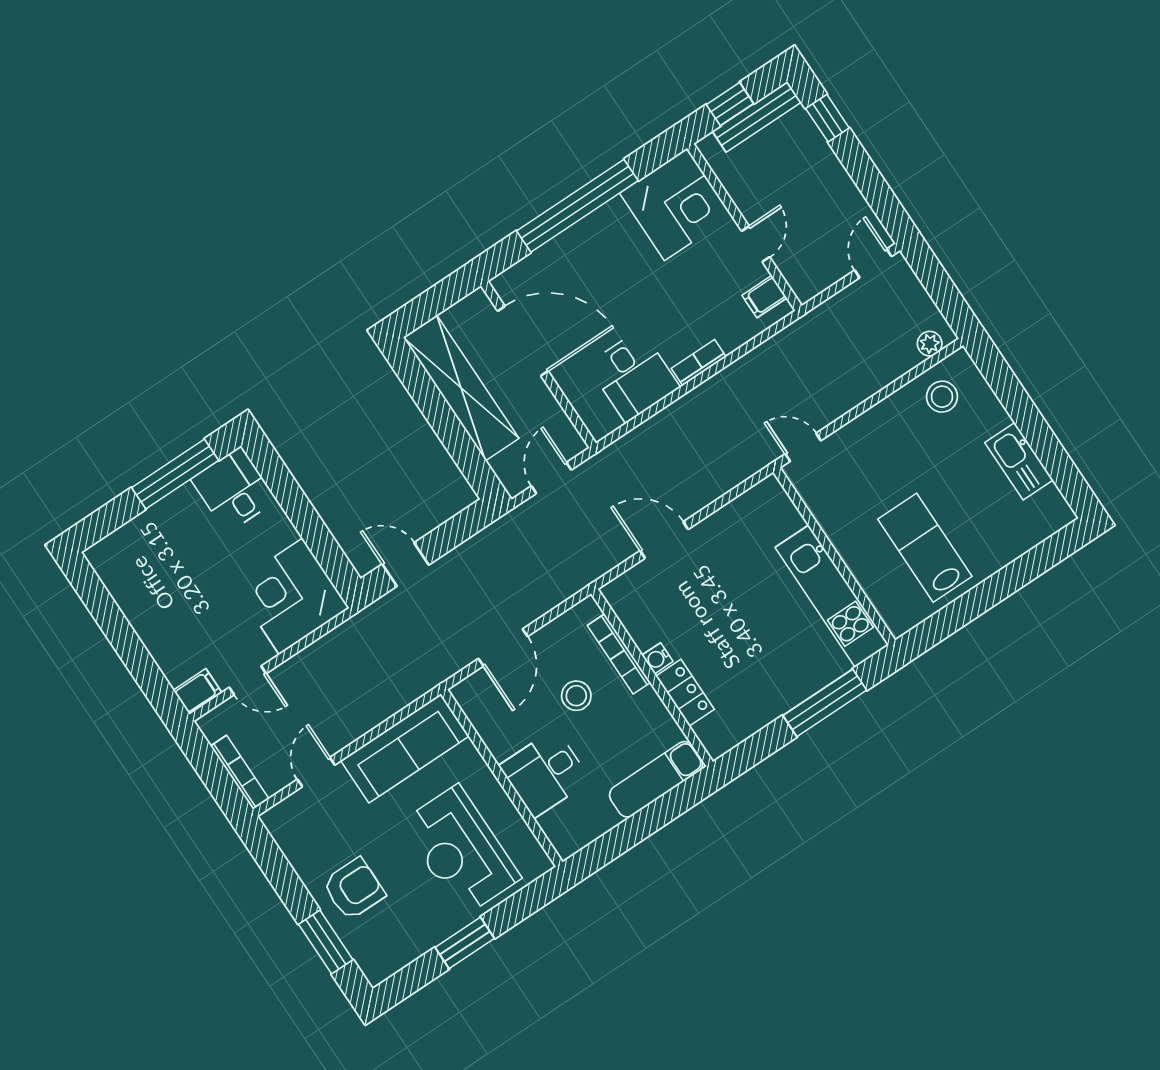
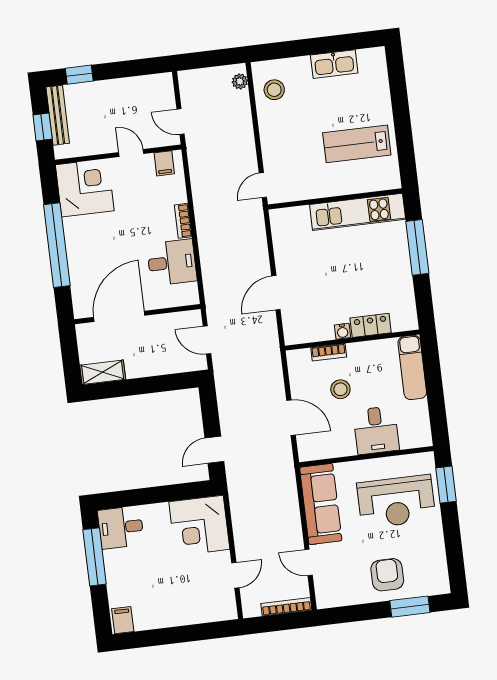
door: (873, 263) -> (180, 122), moved
shelving: (461, 388) -> (103, 372), width x0.45, depth x0.75
bookcase: (619, 654) -> (329, 352), width x0.64
filing cabinet: (198, 692) -> (123, 620), moved
window: (465, 943) -> (446, 485), moved

